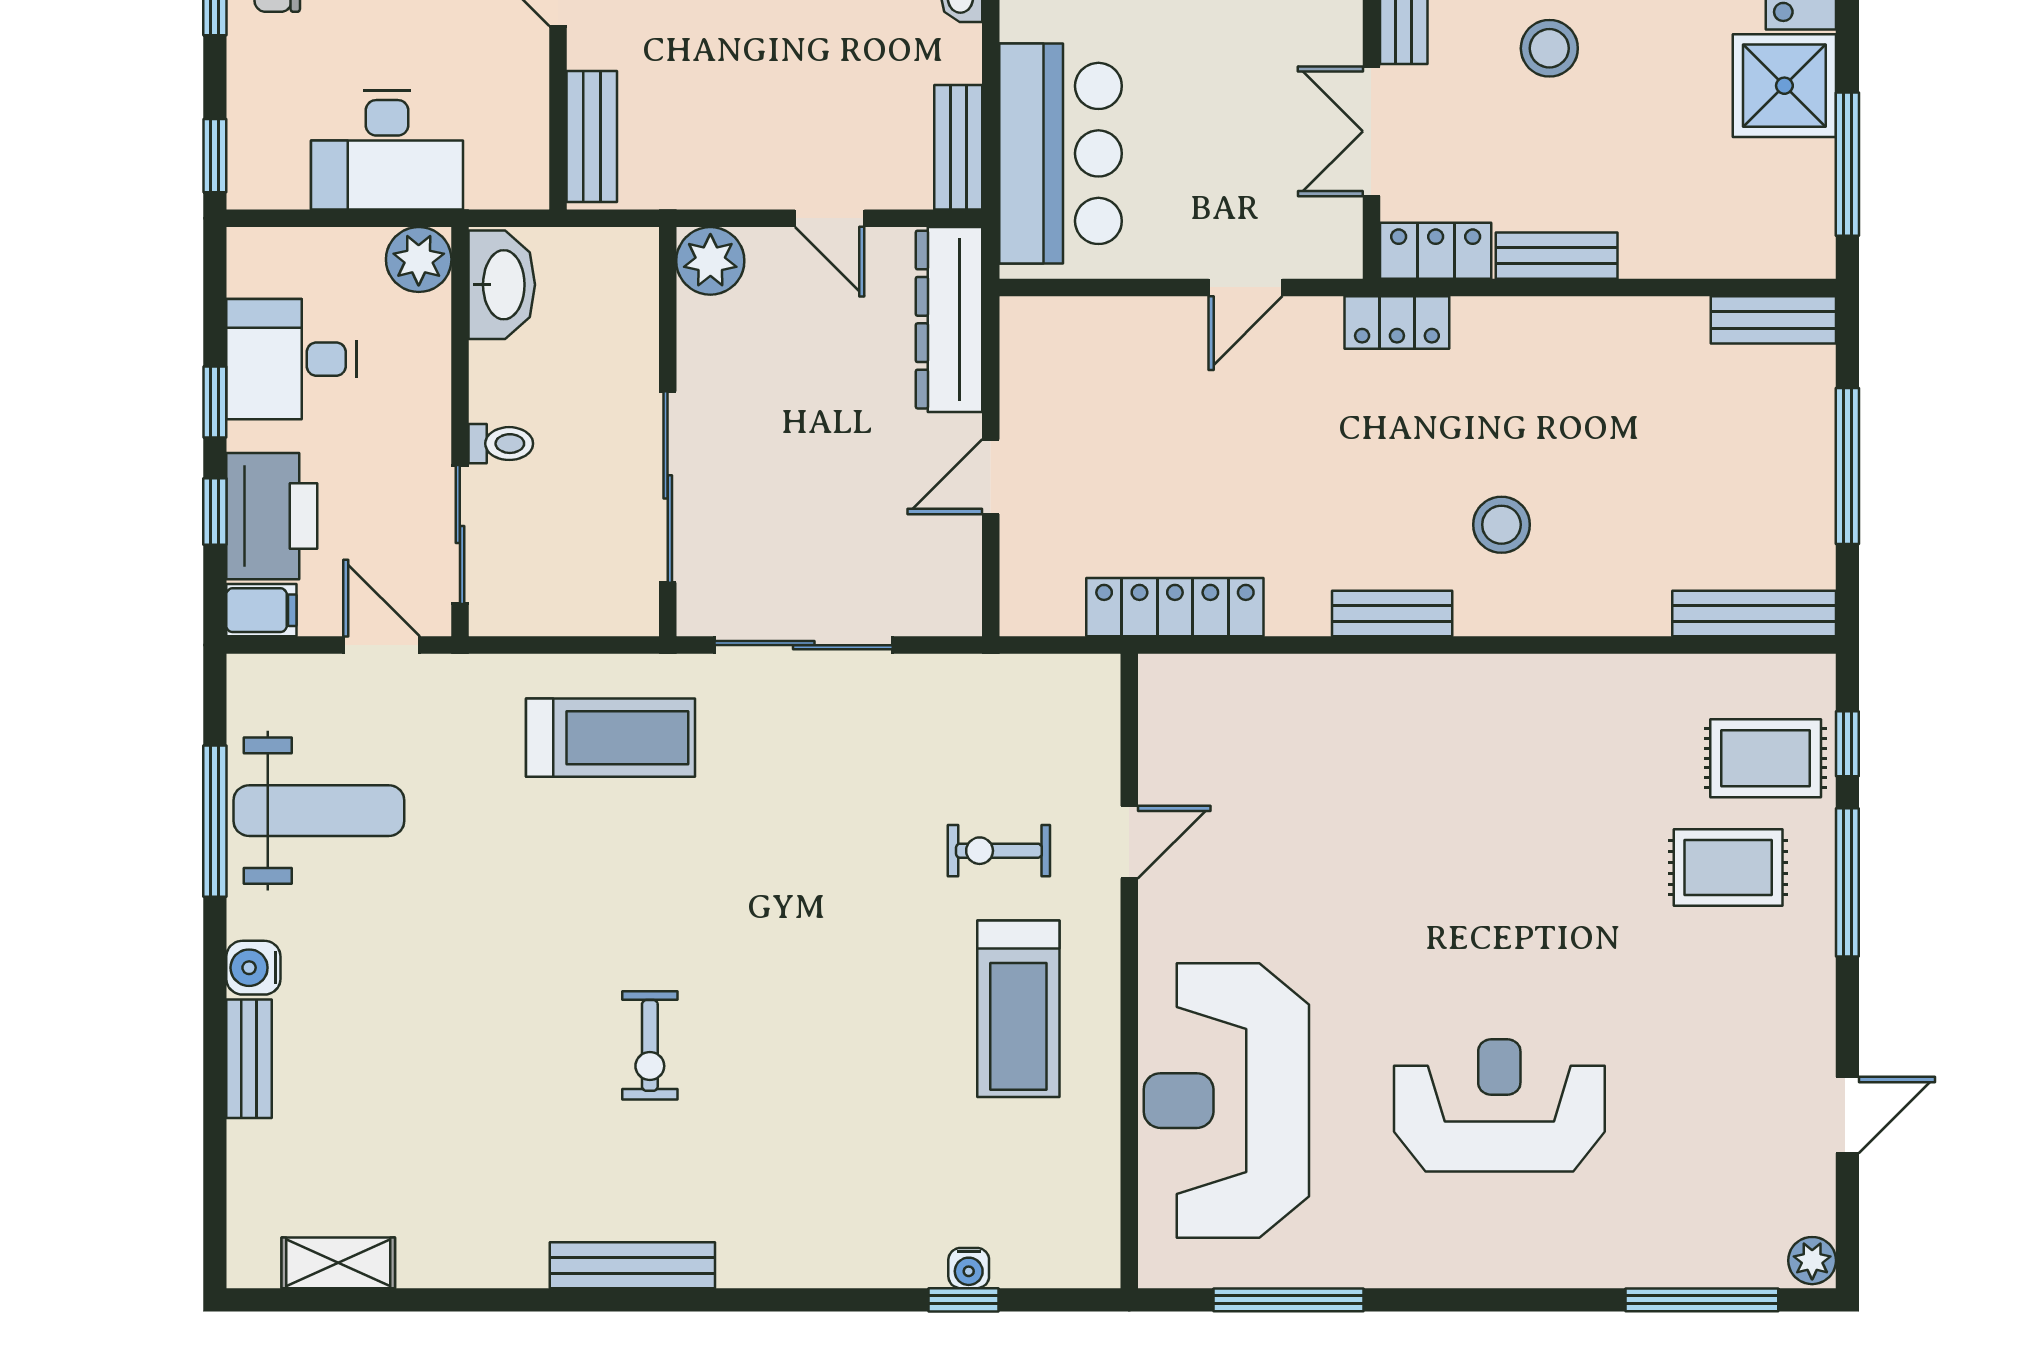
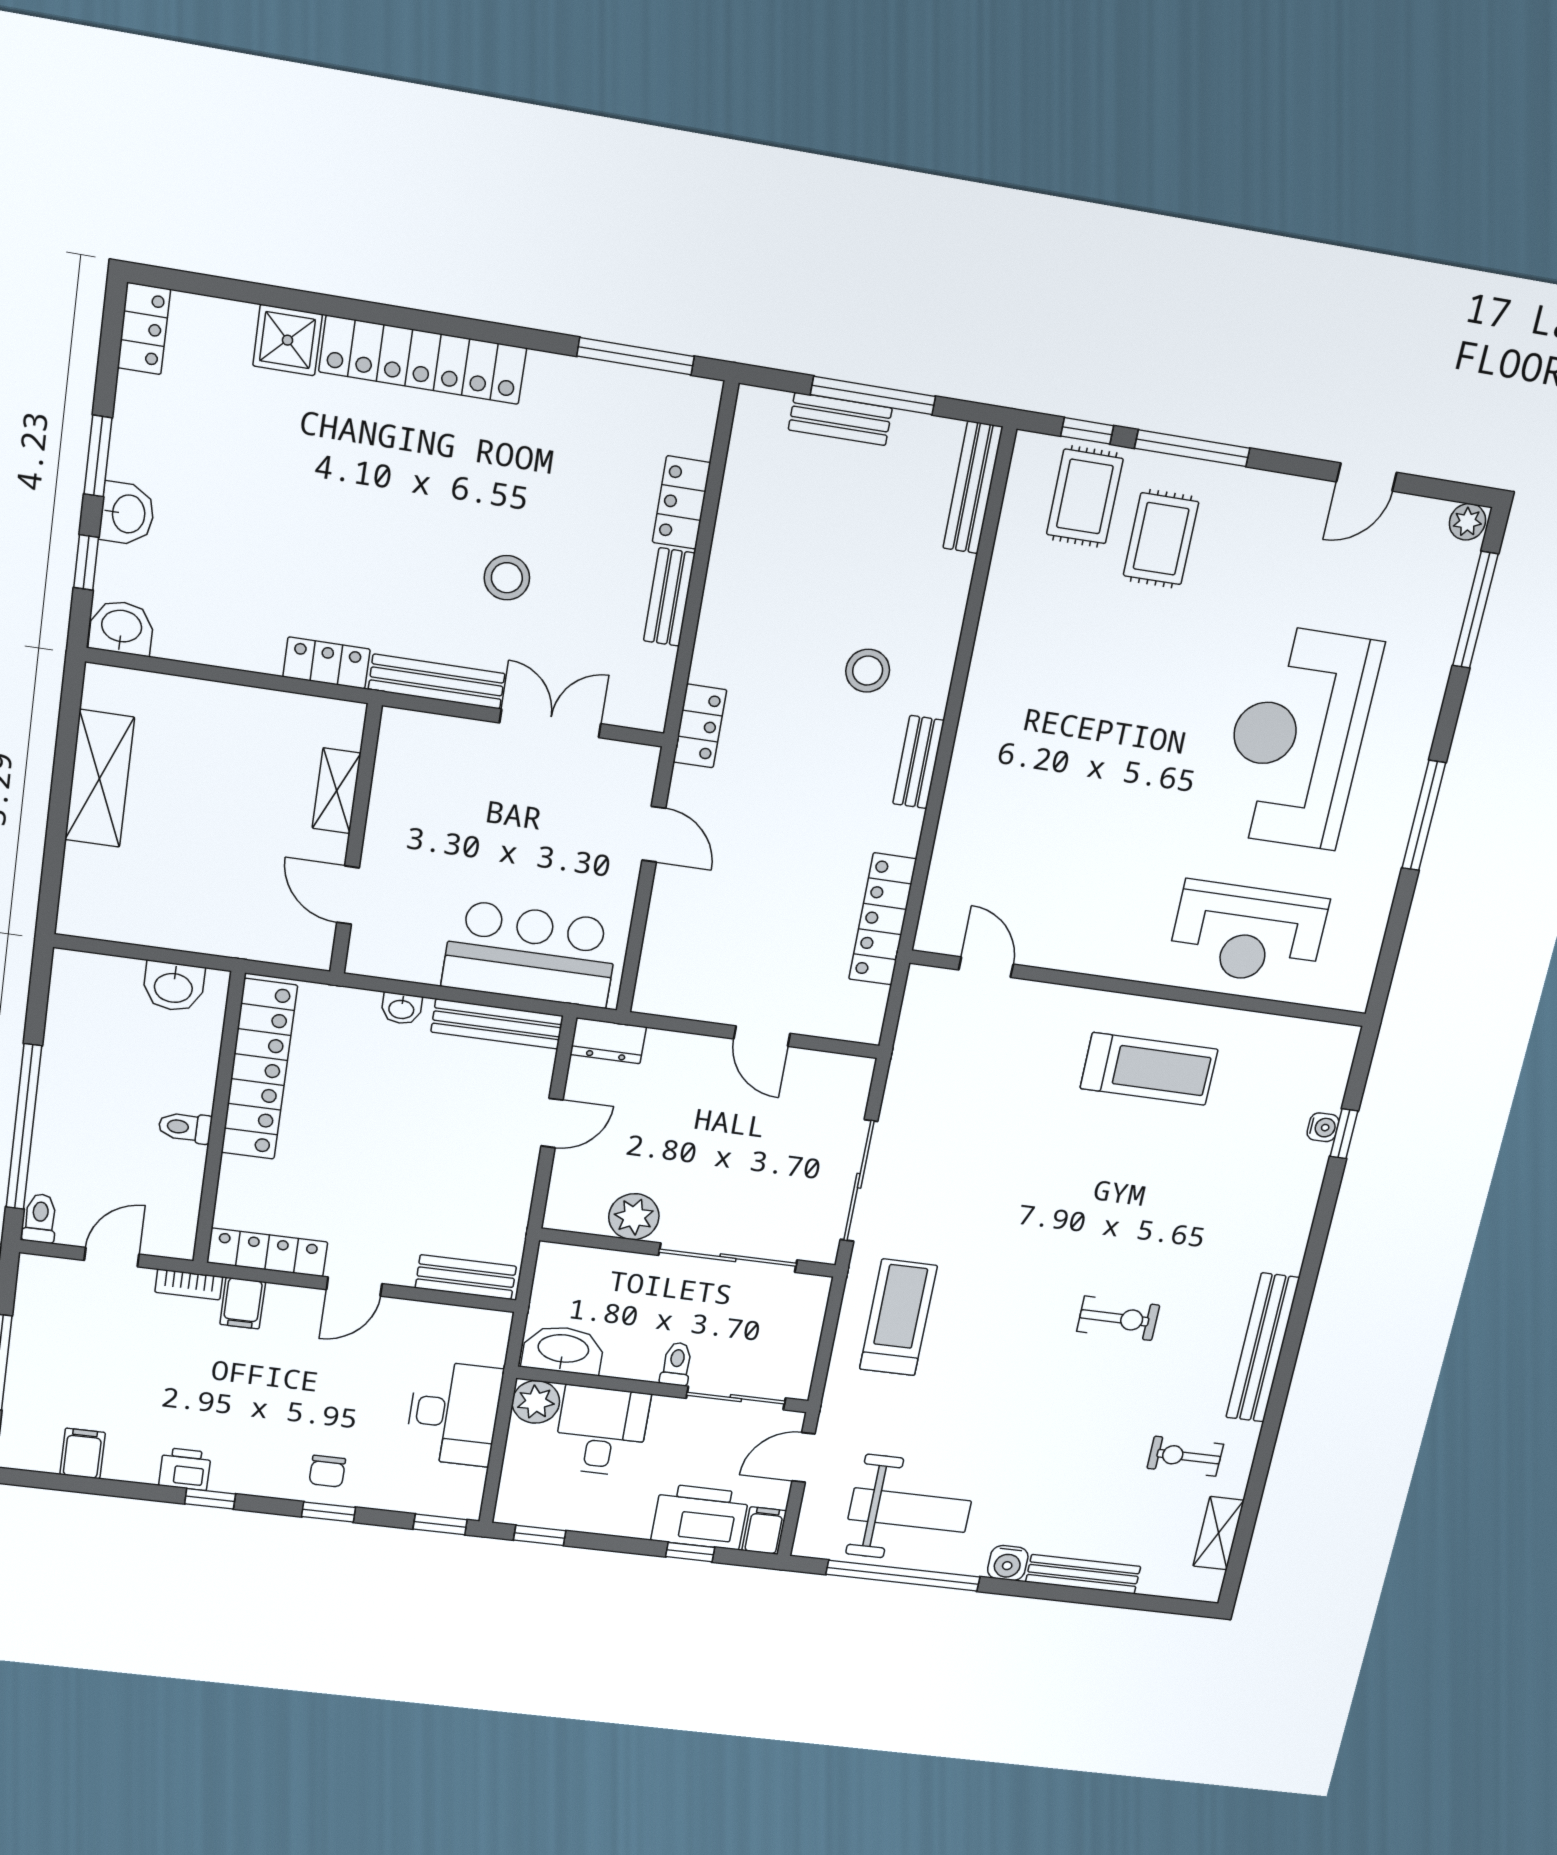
shower: (1784, 86) -> (565, 397), removed
double door: (1371, 131) -> (550, 723), swing flipped
bench: (958, 147) -> (497, 1024), width x1.36
locker: (1436, 251) -> (681, 503), moved
plant: (710, 261) -> (634, 1217), moved
dresser: (949, 320) -> (608, 1041), width x0.51, depth x0.80
bench: (1773, 320) -> (840, 419), moved, turned 90
desk: (291, 359) -> (602, 1431), moved, turned 180
window: (215, 402) -> (540, 1535), moved
weight bench: (319, 811) -> (910, 1510), turned 90
window: (215, 821) -> (903, 1576), width x1.46
door: (1129, 842) -> (986, 967), moved
exercise bike: (999, 851) -> (1185, 1456), moved, turned 90
bench: (249, 1059) -> (1083, 1574), width x1.36
reception desk: (1226, 1101) -> (1248, 933), width x0.74, depth x0.77
reception desk: (1499, 1105) -> (1298, 738), width x1.36, depth x1.30
door: (1847, 1115) -> (1367, 477), swing flipped
bench: (632, 1265) -> (1263, 1348), width x1.37, depth x1.21
window: (1289, 1300) -> (1424, 816), moved

